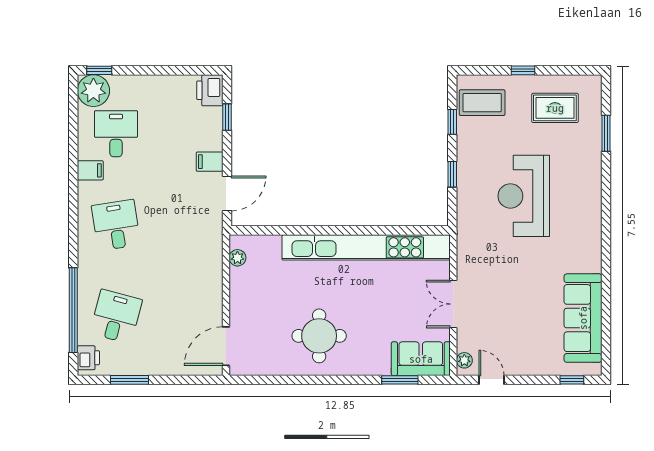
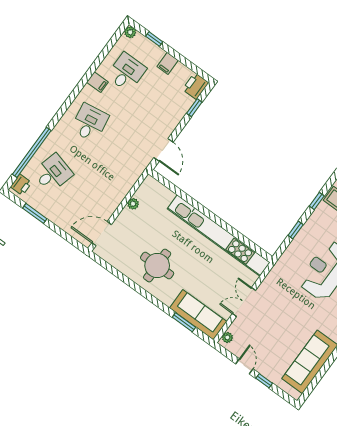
window: (99, 70) -> (154, 39), moved
plant: (93, 91) -> (130, 32), width x0.53, depth x0.53
filing cabinet: (210, 162) -> (168, 63), moved, turned -90
door: (227, 193) -> (164, 150), hinge flipped
plant: (237, 258) -> (133, 204), moved
sofa: (421, 359) -> (198, 315), width x1.36
door: (492, 380) -> (244, 366), moved
window: (572, 380) -> (264, 381), moved

